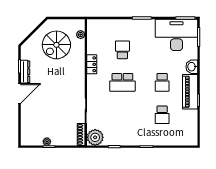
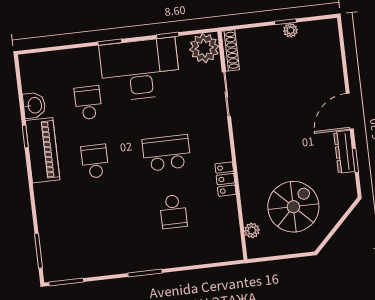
desk: (177, 35) -> (140, 69), moved, turned 180
washbasin: (192, 67) -> (34, 105), moved

